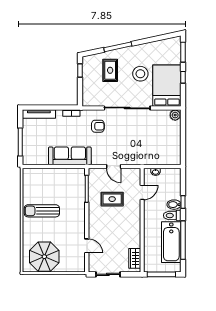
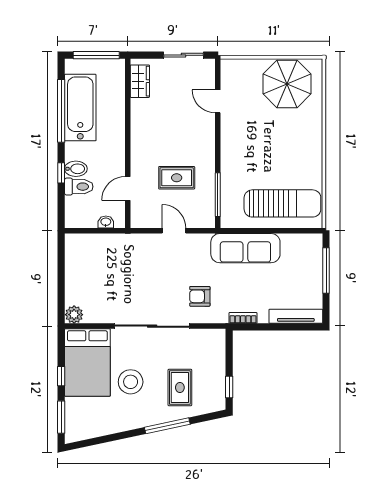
sun lounger: (42, 211) -> (282, 203), moved, width x1.36, depth x1.34
toilet: (172, 215) -> (79, 187), moved

